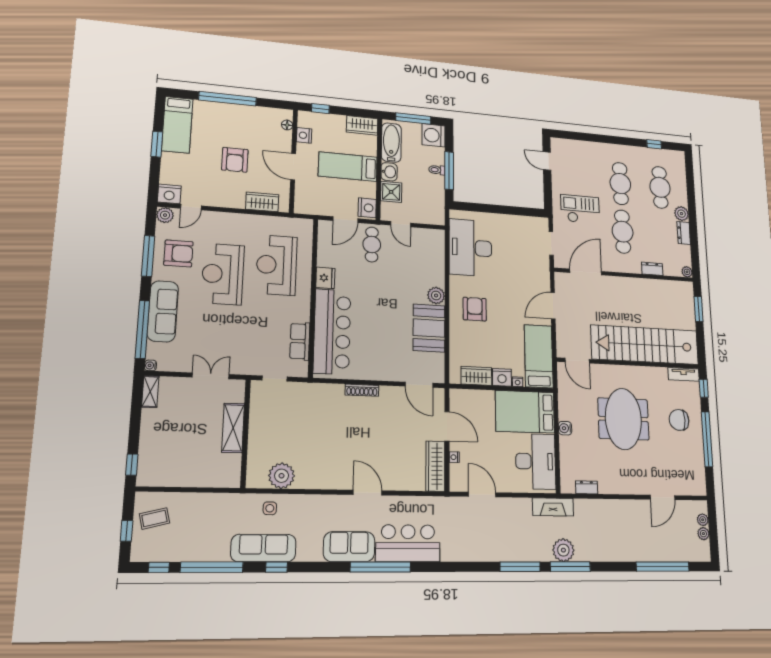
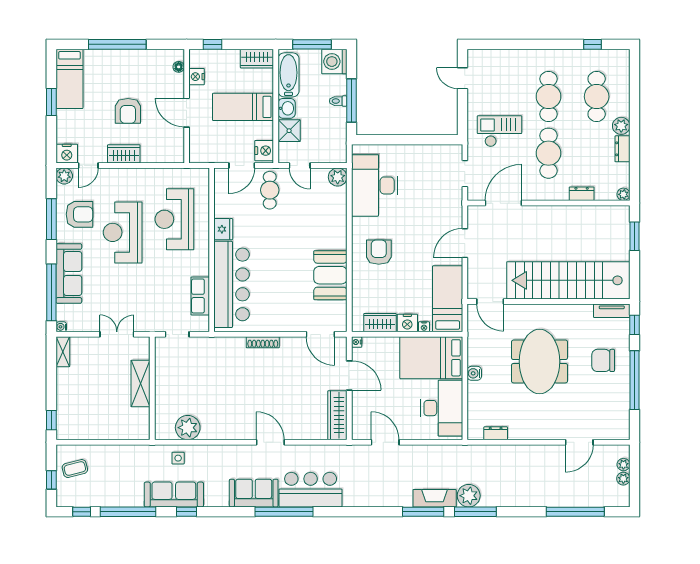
wardrobe: (262, 202) -> (124, 154), moved
plant: (436, 296) -> (338, 177), moved
nightstand: (454, 457) -> (357, 342), moved
fireplace: (553, 507) -> (435, 498), moved, turned 180

